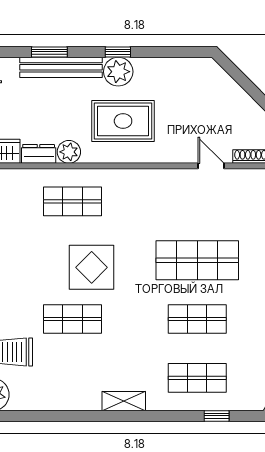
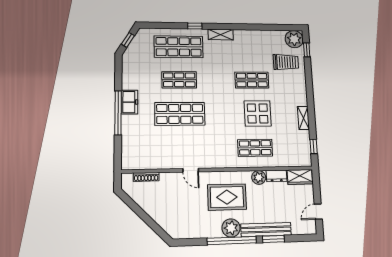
window: (118, 52) -> (232, 241), width x3.17
door: (211, 166) -> (191, 170), moved
display table: (92, 267) -> (258, 113), moved
shop shelf: (197, 378) -> (179, 47), width x1.43, depth x1.36
window: (217, 416) -> (195, 26), moved

